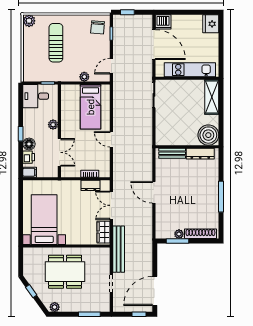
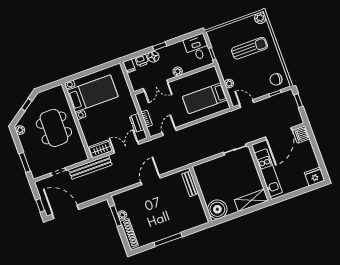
door: (111, 139) -> (169, 132), moved
dresser: (200, 154) -> (199, 208), removed

